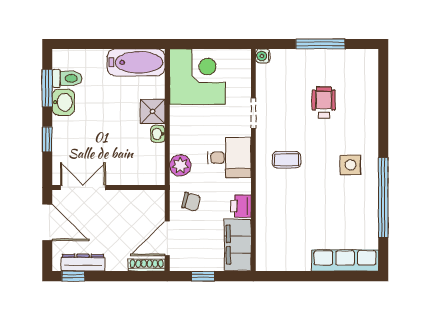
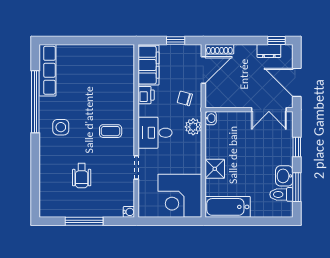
washbasin: (158, 134) -> (211, 118), moved
row of seats: (345, 260) -> (47, 70), moved, turned -90
dresser: (83, 263) -> (269, 51), width x0.70

